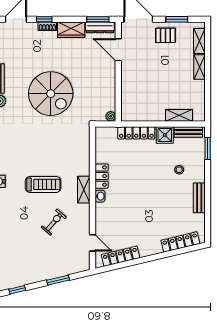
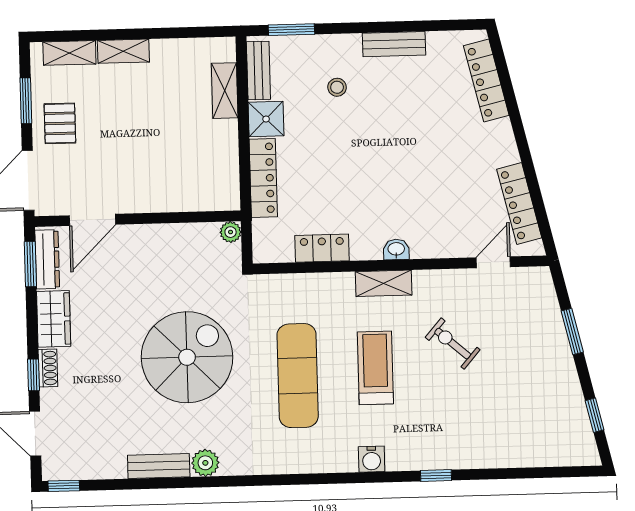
exercise mat: (40, 147) -> (298, 376), added
locker: (102, 176) -> (322, 248), moved

